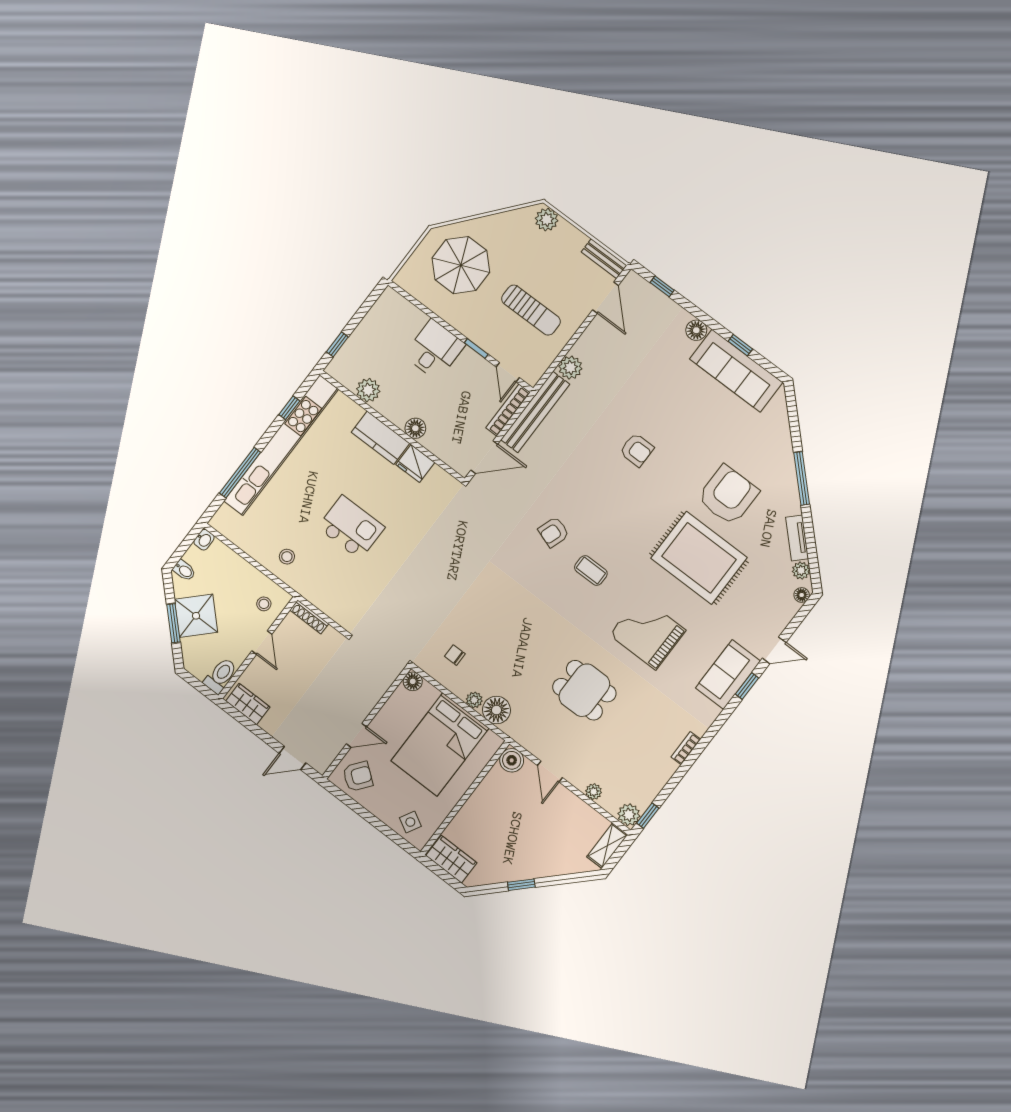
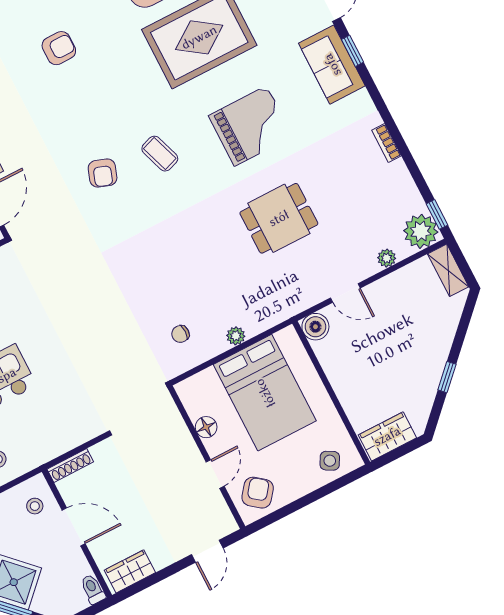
coffee table: (591, 570) -> (160, 154), turned 71
grand piano: (648, 633) -> (251, 126), turned 180
door: (262, 643) -> (74, 527), width x1.38
toilet: (221, 676) -> (93, 589), width x0.73, depth x0.72
floor lamp: (413, 681) -> (206, 427), moved
floor lamp: (496, 710) -> (257, 318), removed
plant: (629, 815) -> (421, 231), width x1.36, depth x1.36

